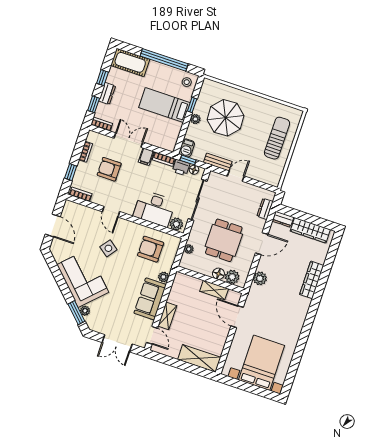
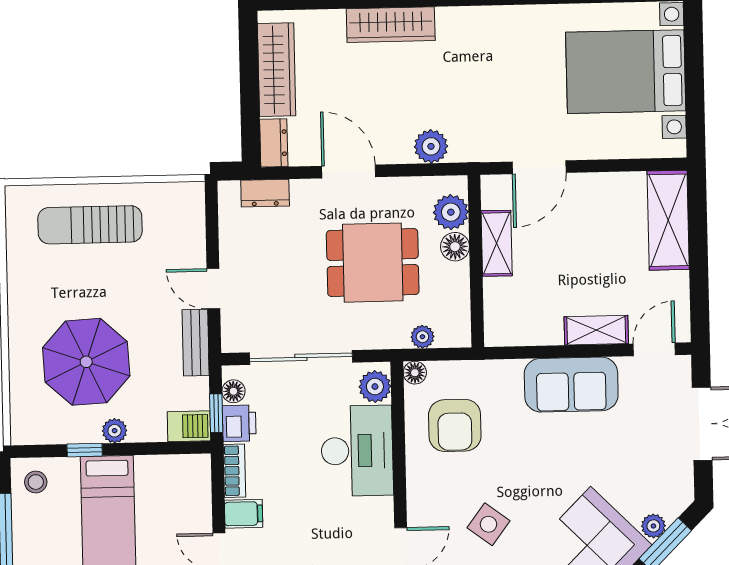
floor lamp: (176, 241) -> (415, 373), added
plant: (163, 277) -> (509, 372), removed

